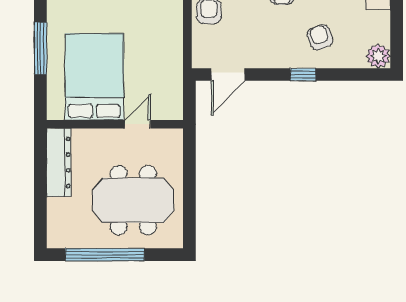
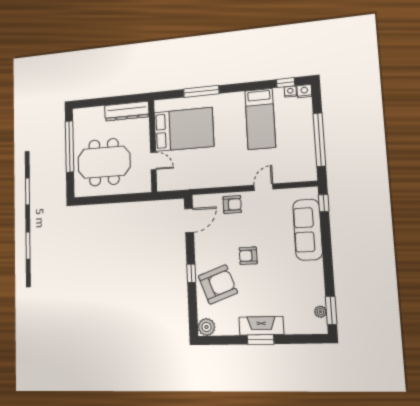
armchair: (320, 37) -> (218, 284), width x1.88, depth x1.88
door: (228, 74) -> (189, 221), swing flipped
meeting table: (133, 200) -> (104, 162), turned 90

